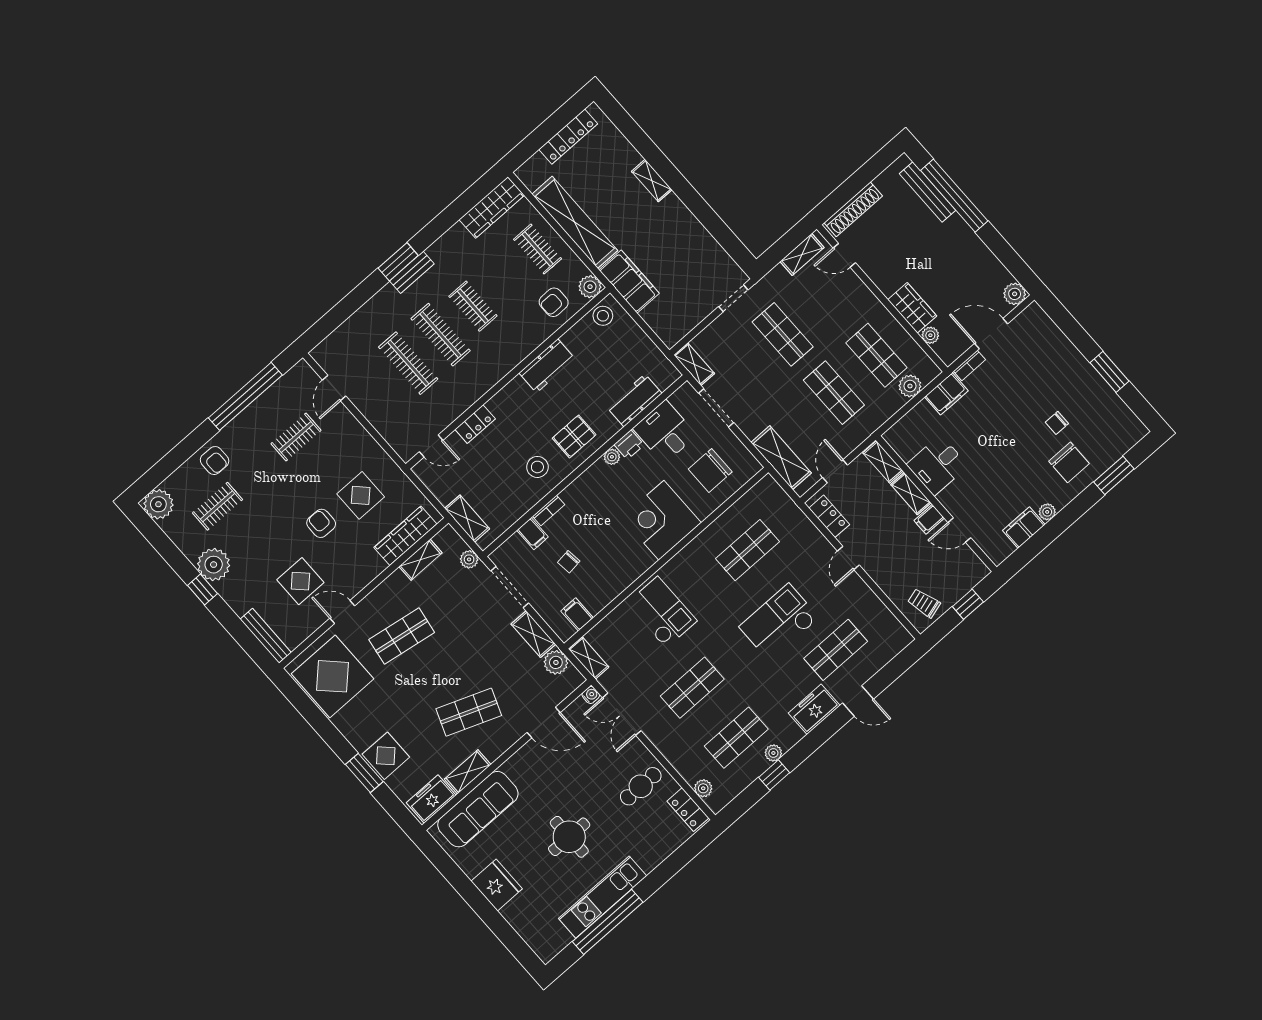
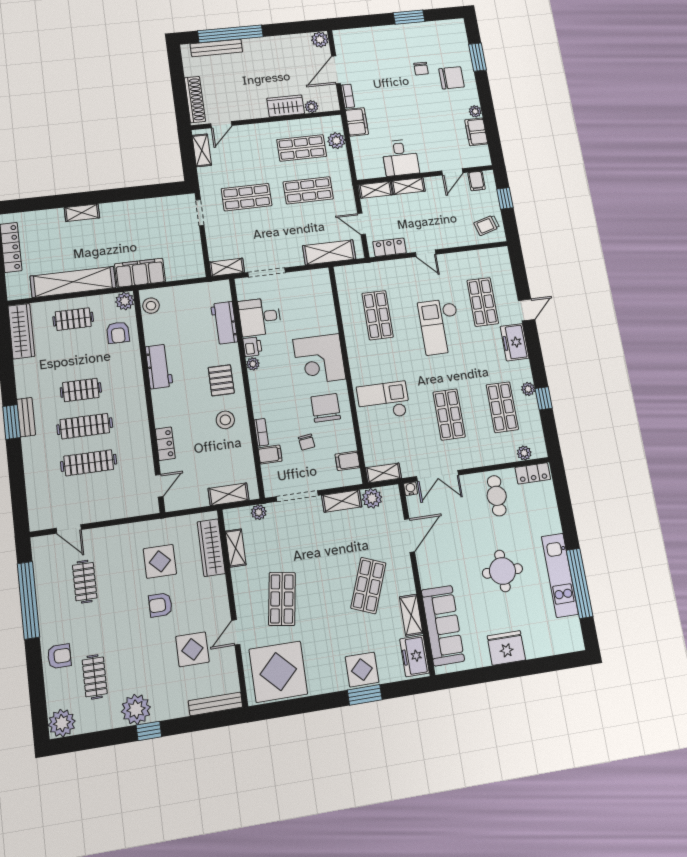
chair: (710, 470) -> (326, 408), moved, turned 180
filing cabinet: (929, 519) -> (477, 181), moved

